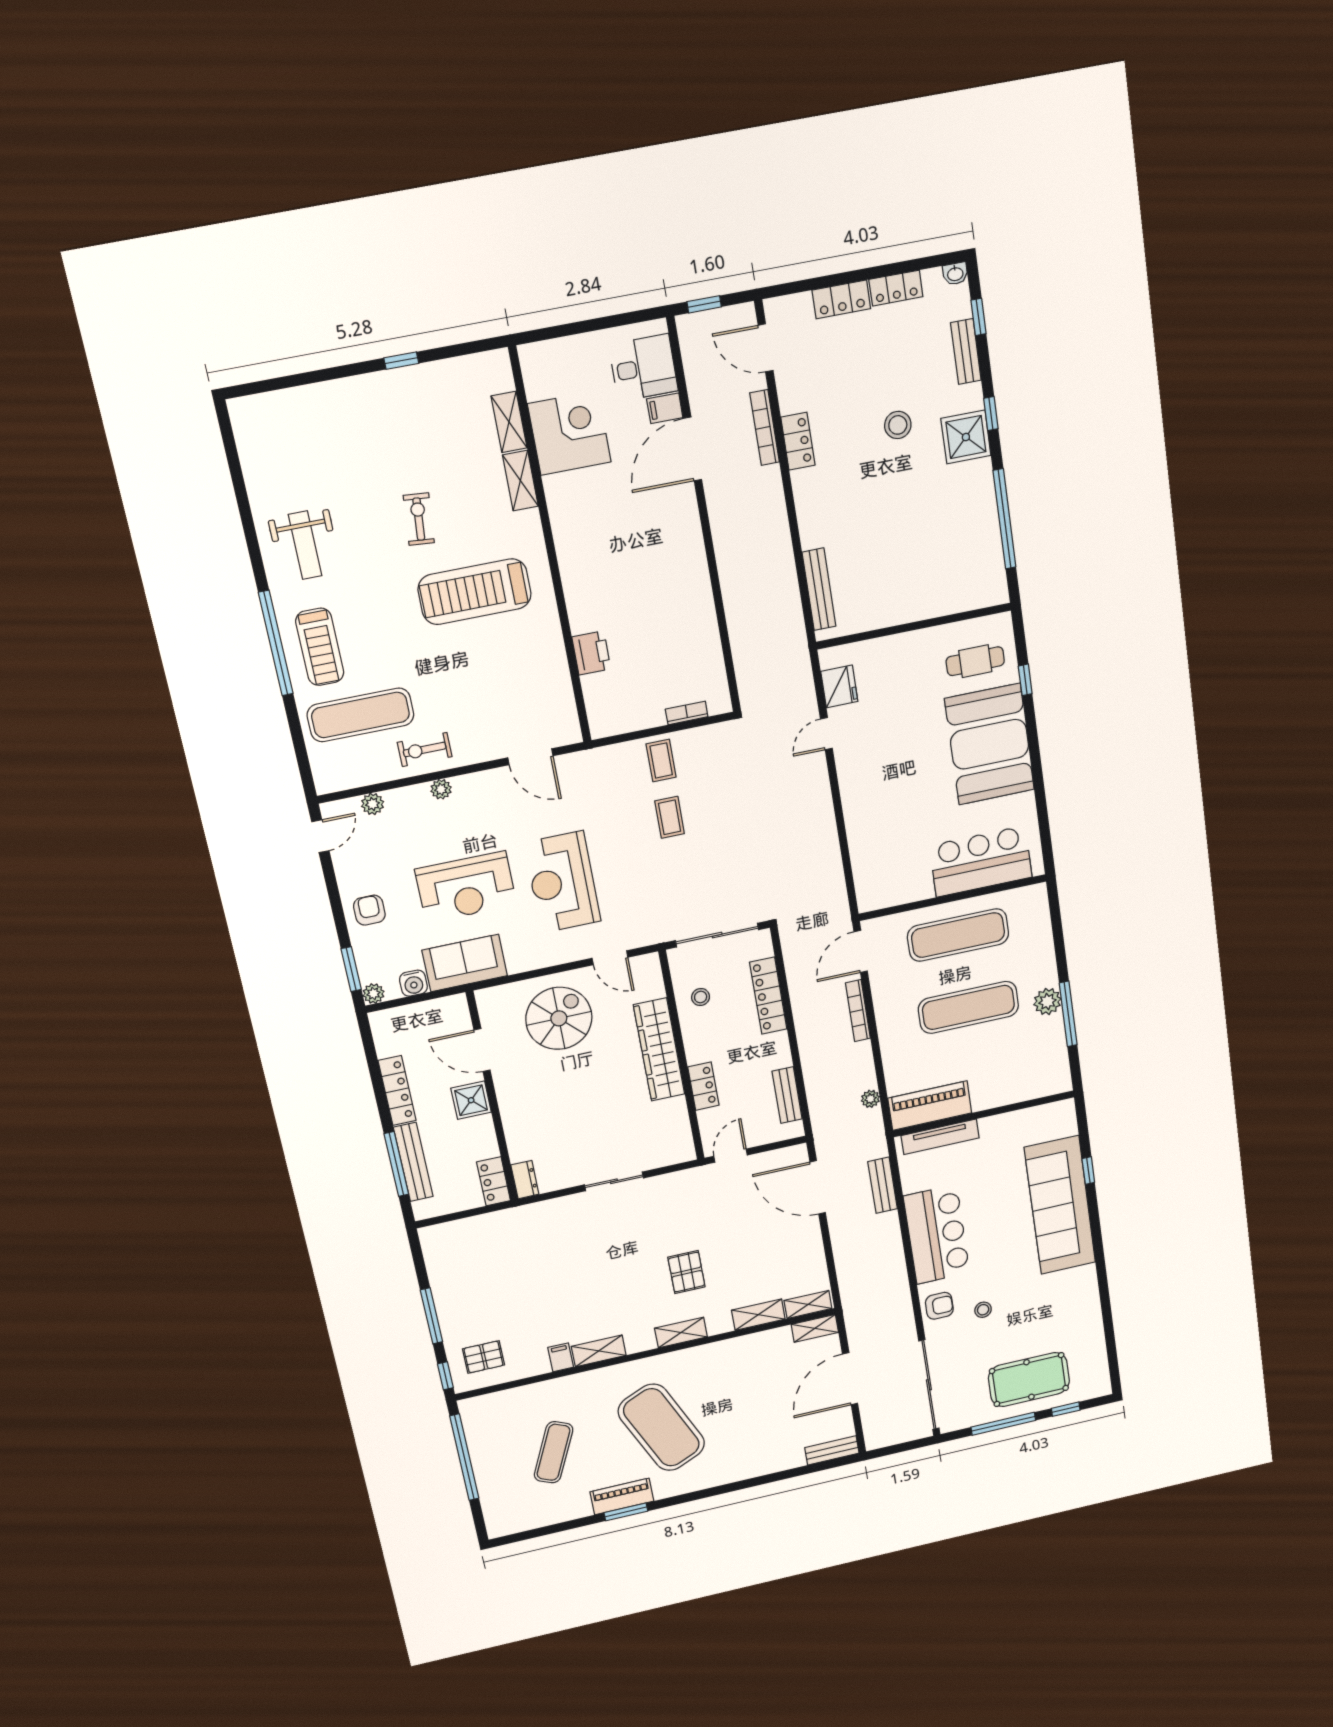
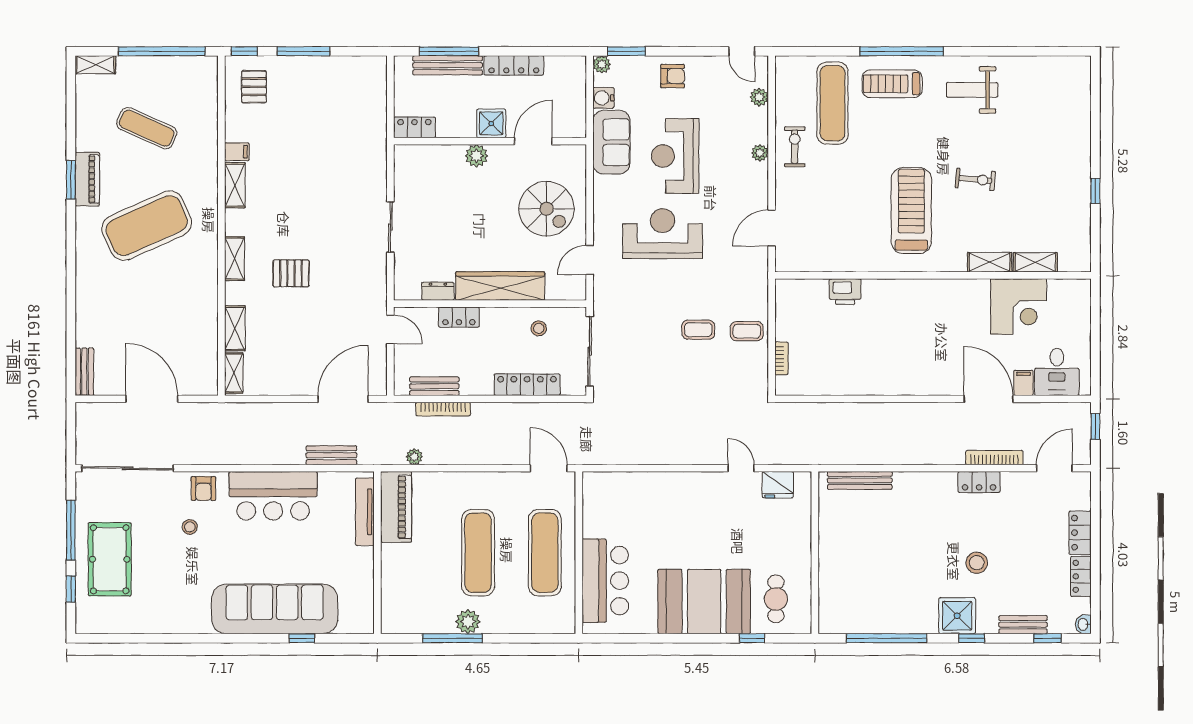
bookcase: (858, 1011) -> (443, 409), moved, turned 180
plant: (512, 1108) -> (476, 156), added
dresser: (525, 1180) -> (438, 291), moved, turned 180
shelving: (815, 1328) -> (95, 65), moved, turned 90

